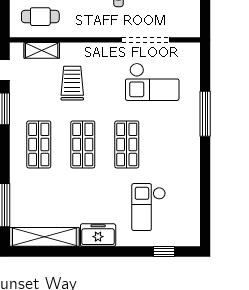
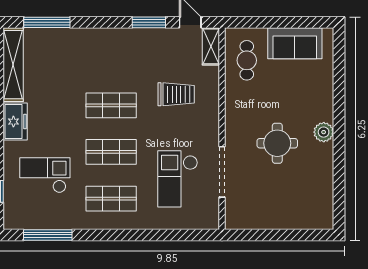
shelving: (42, 50) -> (211, 46), moved
window: (205, 114) -> (48, 235), moved
shop shelf: (39, 144) -> (111, 199), moved

